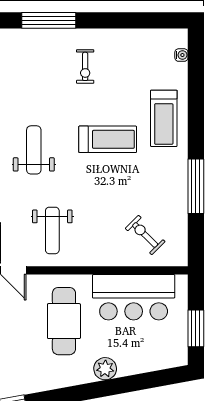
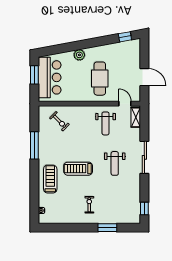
window: (49, 20) -> (107, 228), width x0.69
weight bench: (52, 230) -> (106, 123), turned 180
bar counter: (134, 297) -> (50, 77), moved, turned 90

